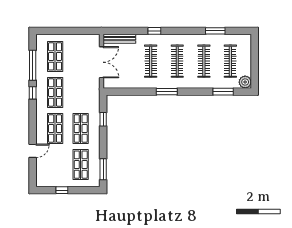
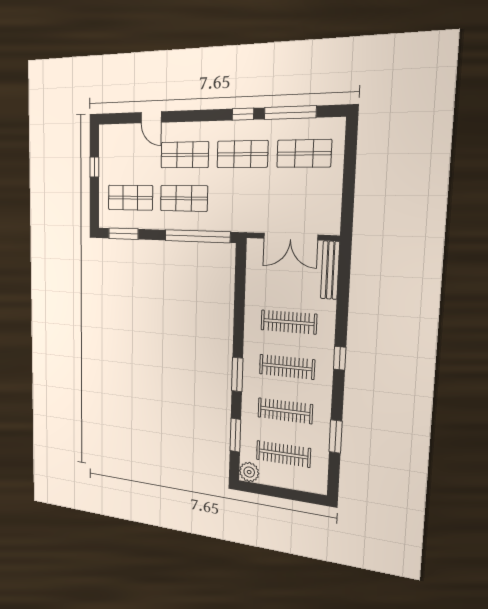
window: (154, 31) -> (340, 358), moved
window: (167, 92) -> (237, 375), moved
window: (103, 119) -> (197, 236), width x3.17

